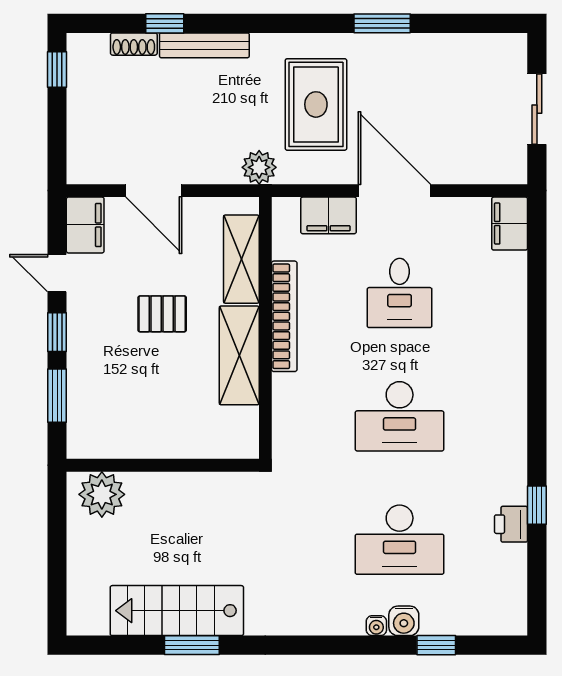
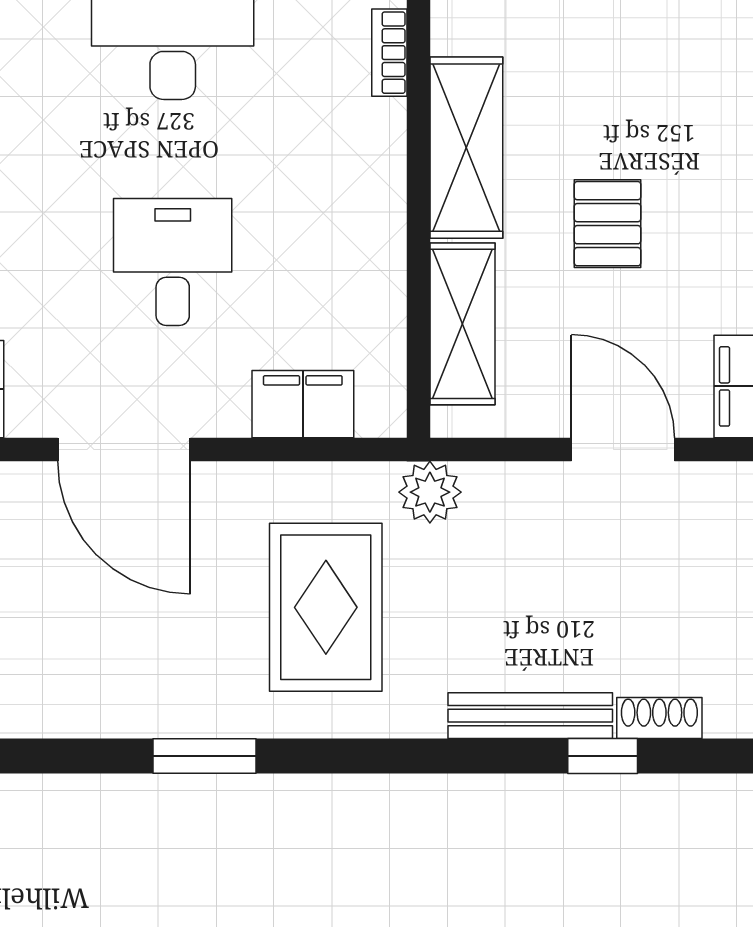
door: (394, 191) -> (124, 449), moved
pallet: (162, 314) -> (608, 224), turned 90
bookcase: (284, 316) -> (389, 53), moved, width x0.43, depth x0.76

